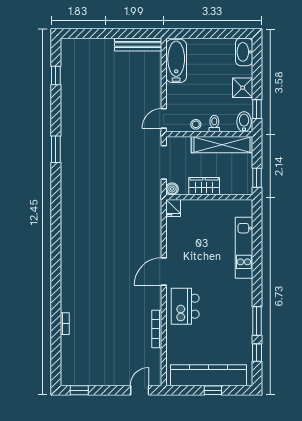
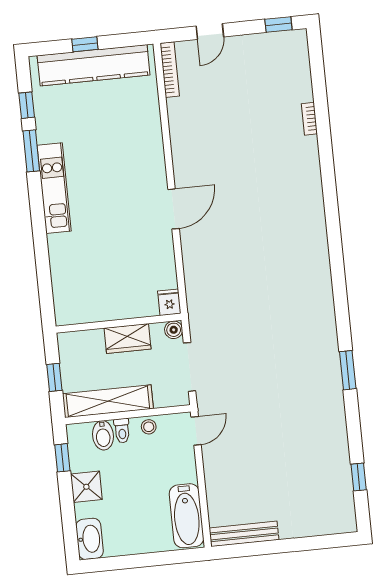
bidet: (244, 122) -> (103, 435), moved
window: (257, 178) -> (54, 377), moved
kitchen unit: (244, 248) -> (54, 188), moved
kitchen island: (185, 306) -> (137, 162), removed
bookcase: (157, 329) -> (170, 70), moved
door: (140, 390) -> (210, 32), moved

